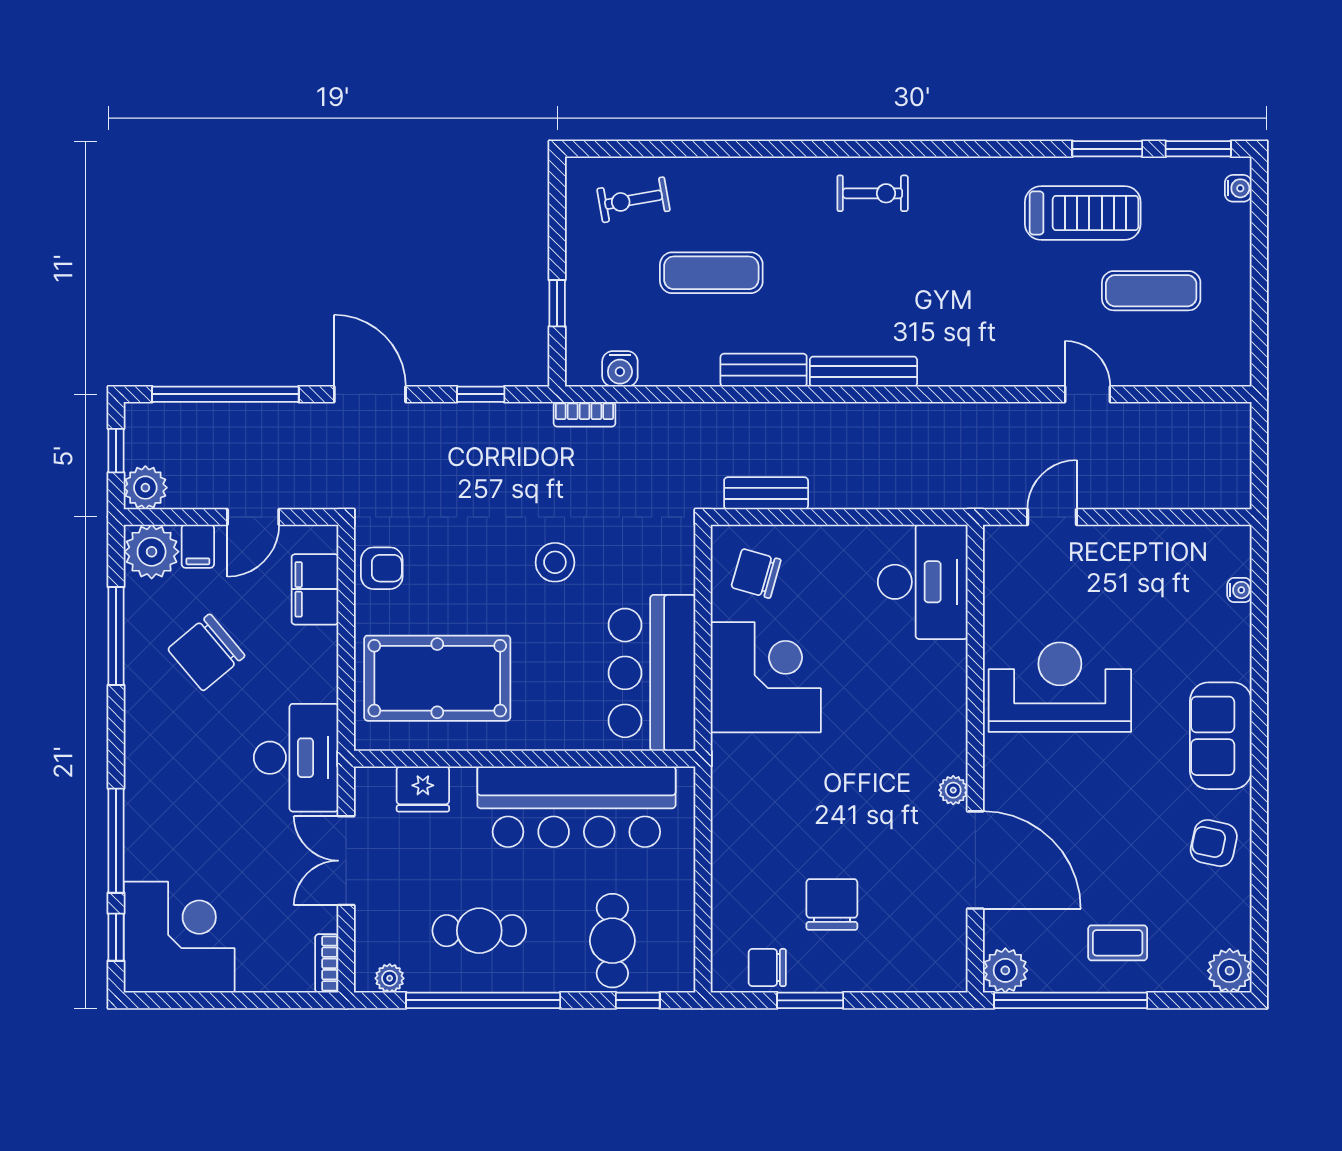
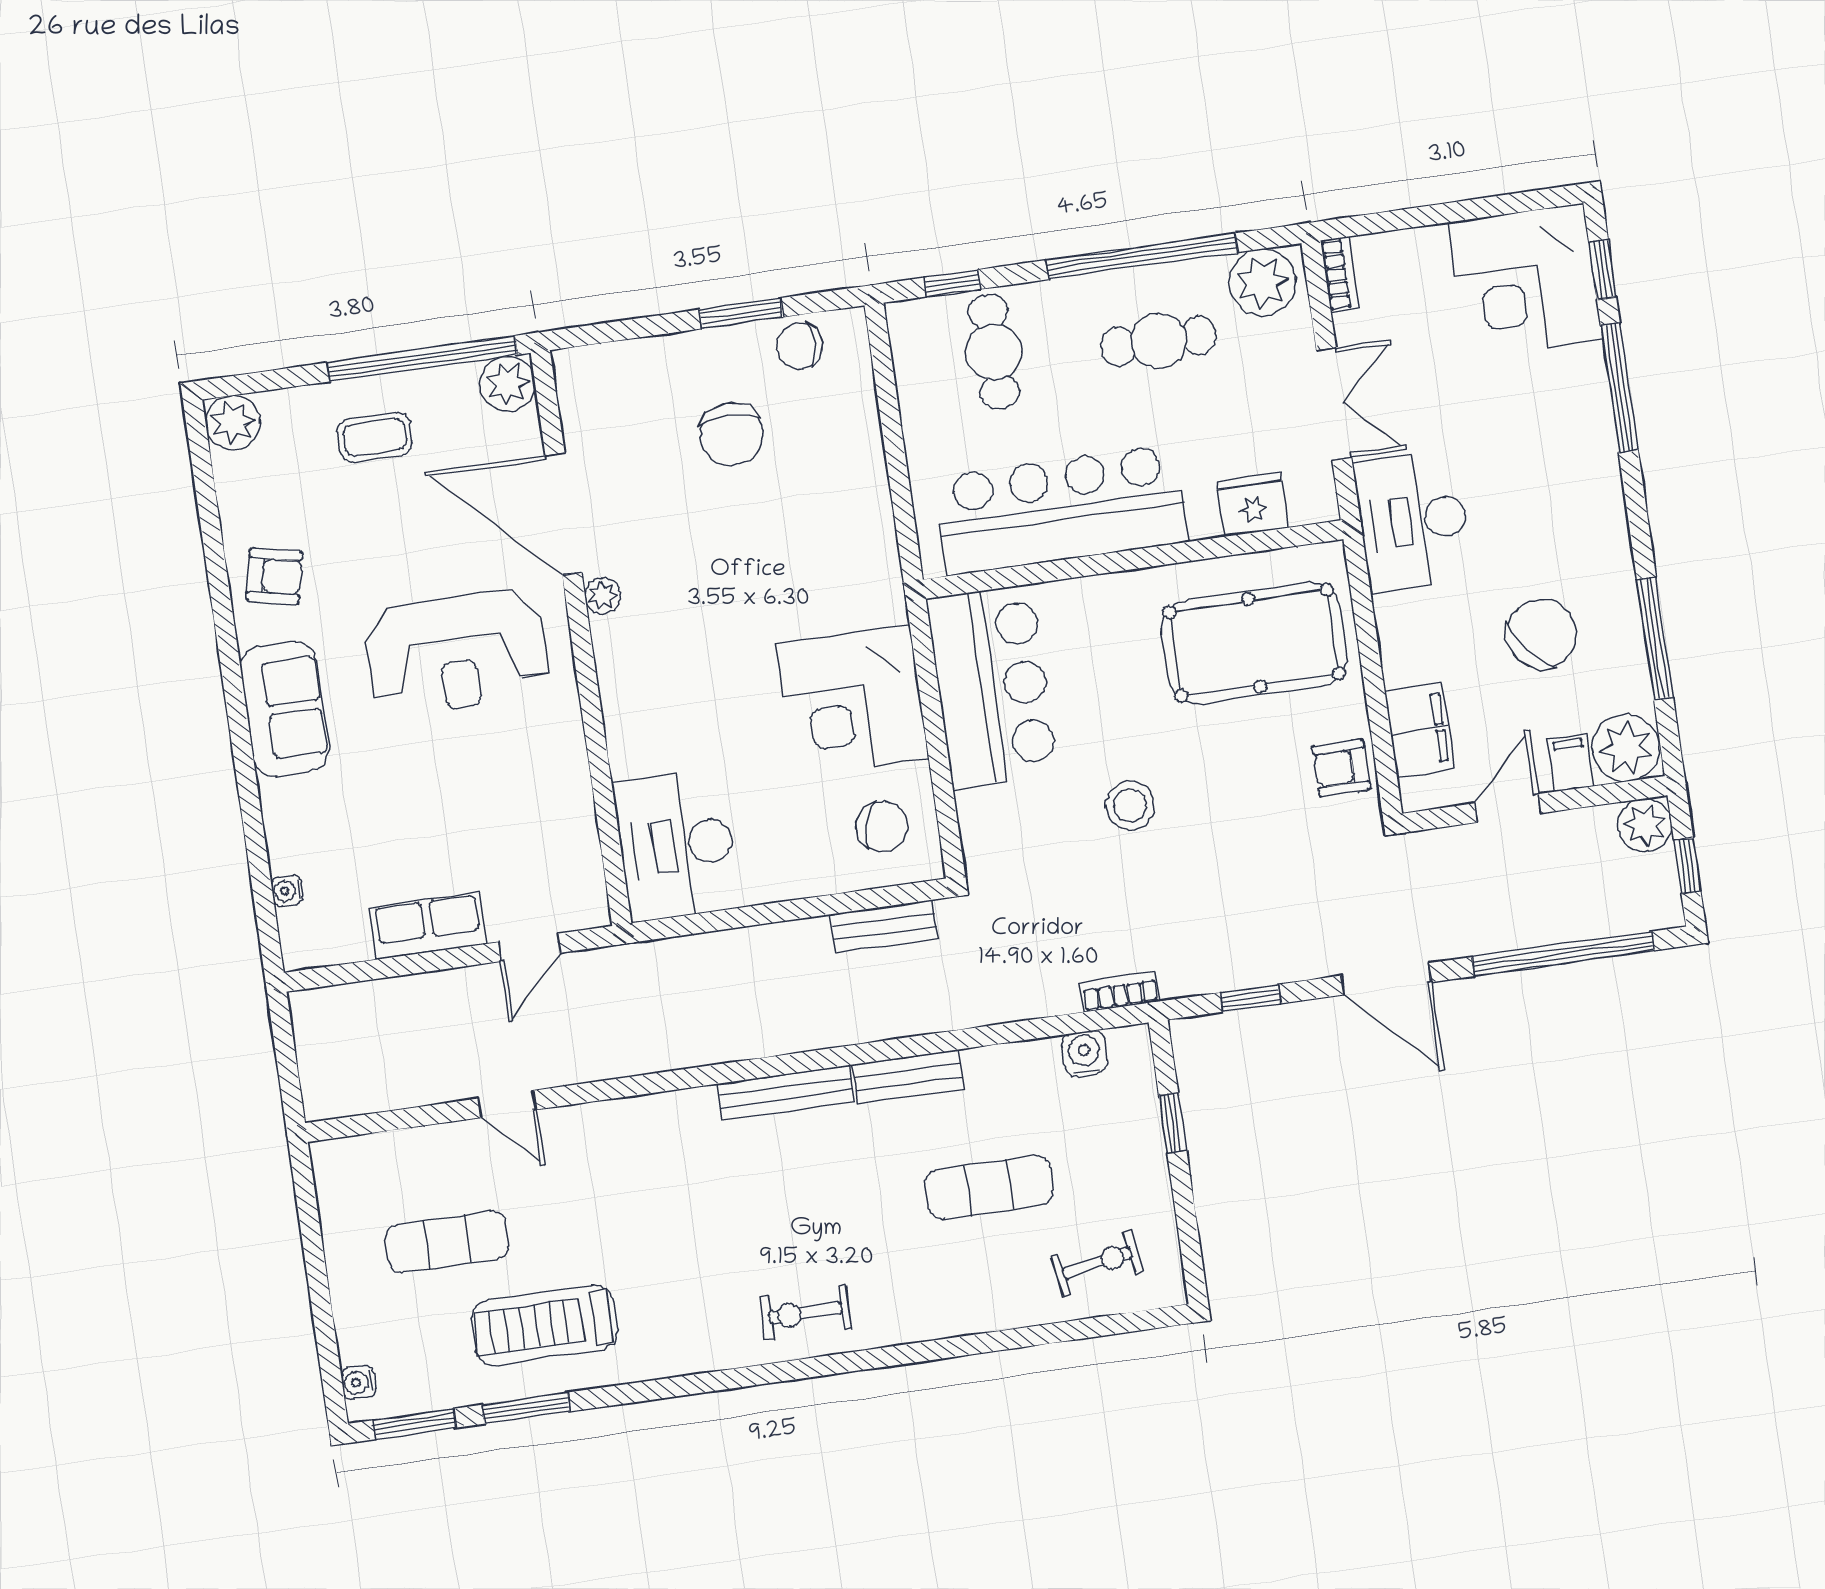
row of seats: (1131, 546) -> (428, 926), added
reception desk: (1060, 687) -> (457, 652), moved
chair: (767, 968) -> (799, 346), turned 180
plant: (390, 978) -> (1262, 282), width x1.88, depth x1.88

